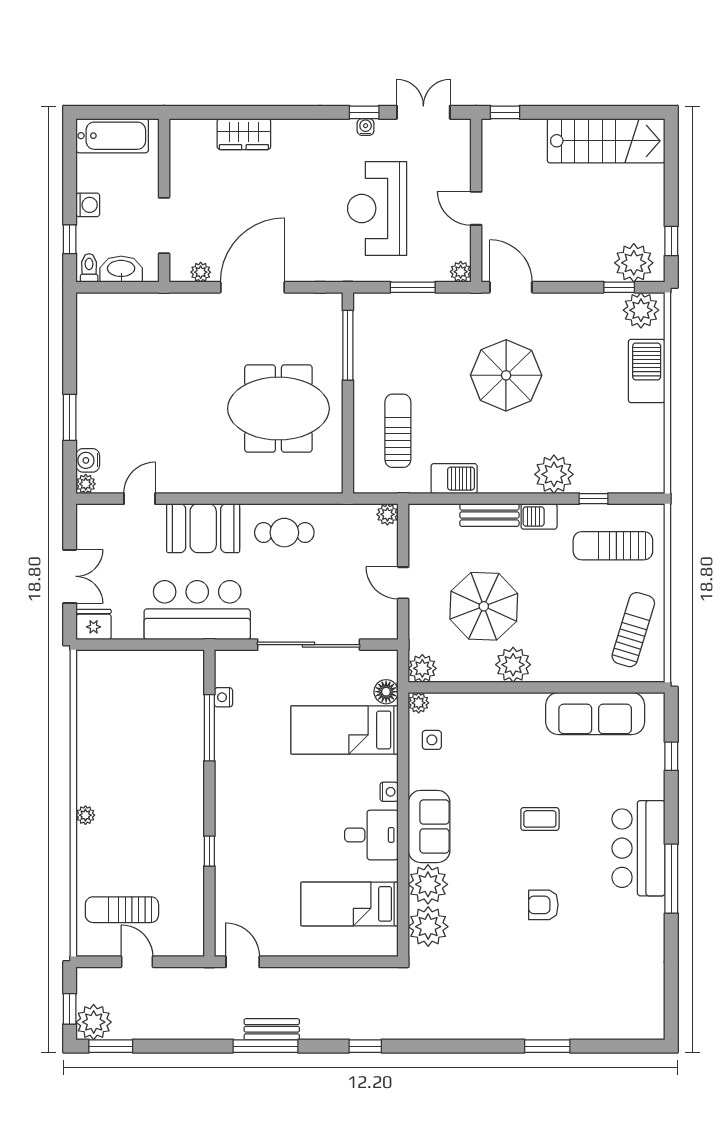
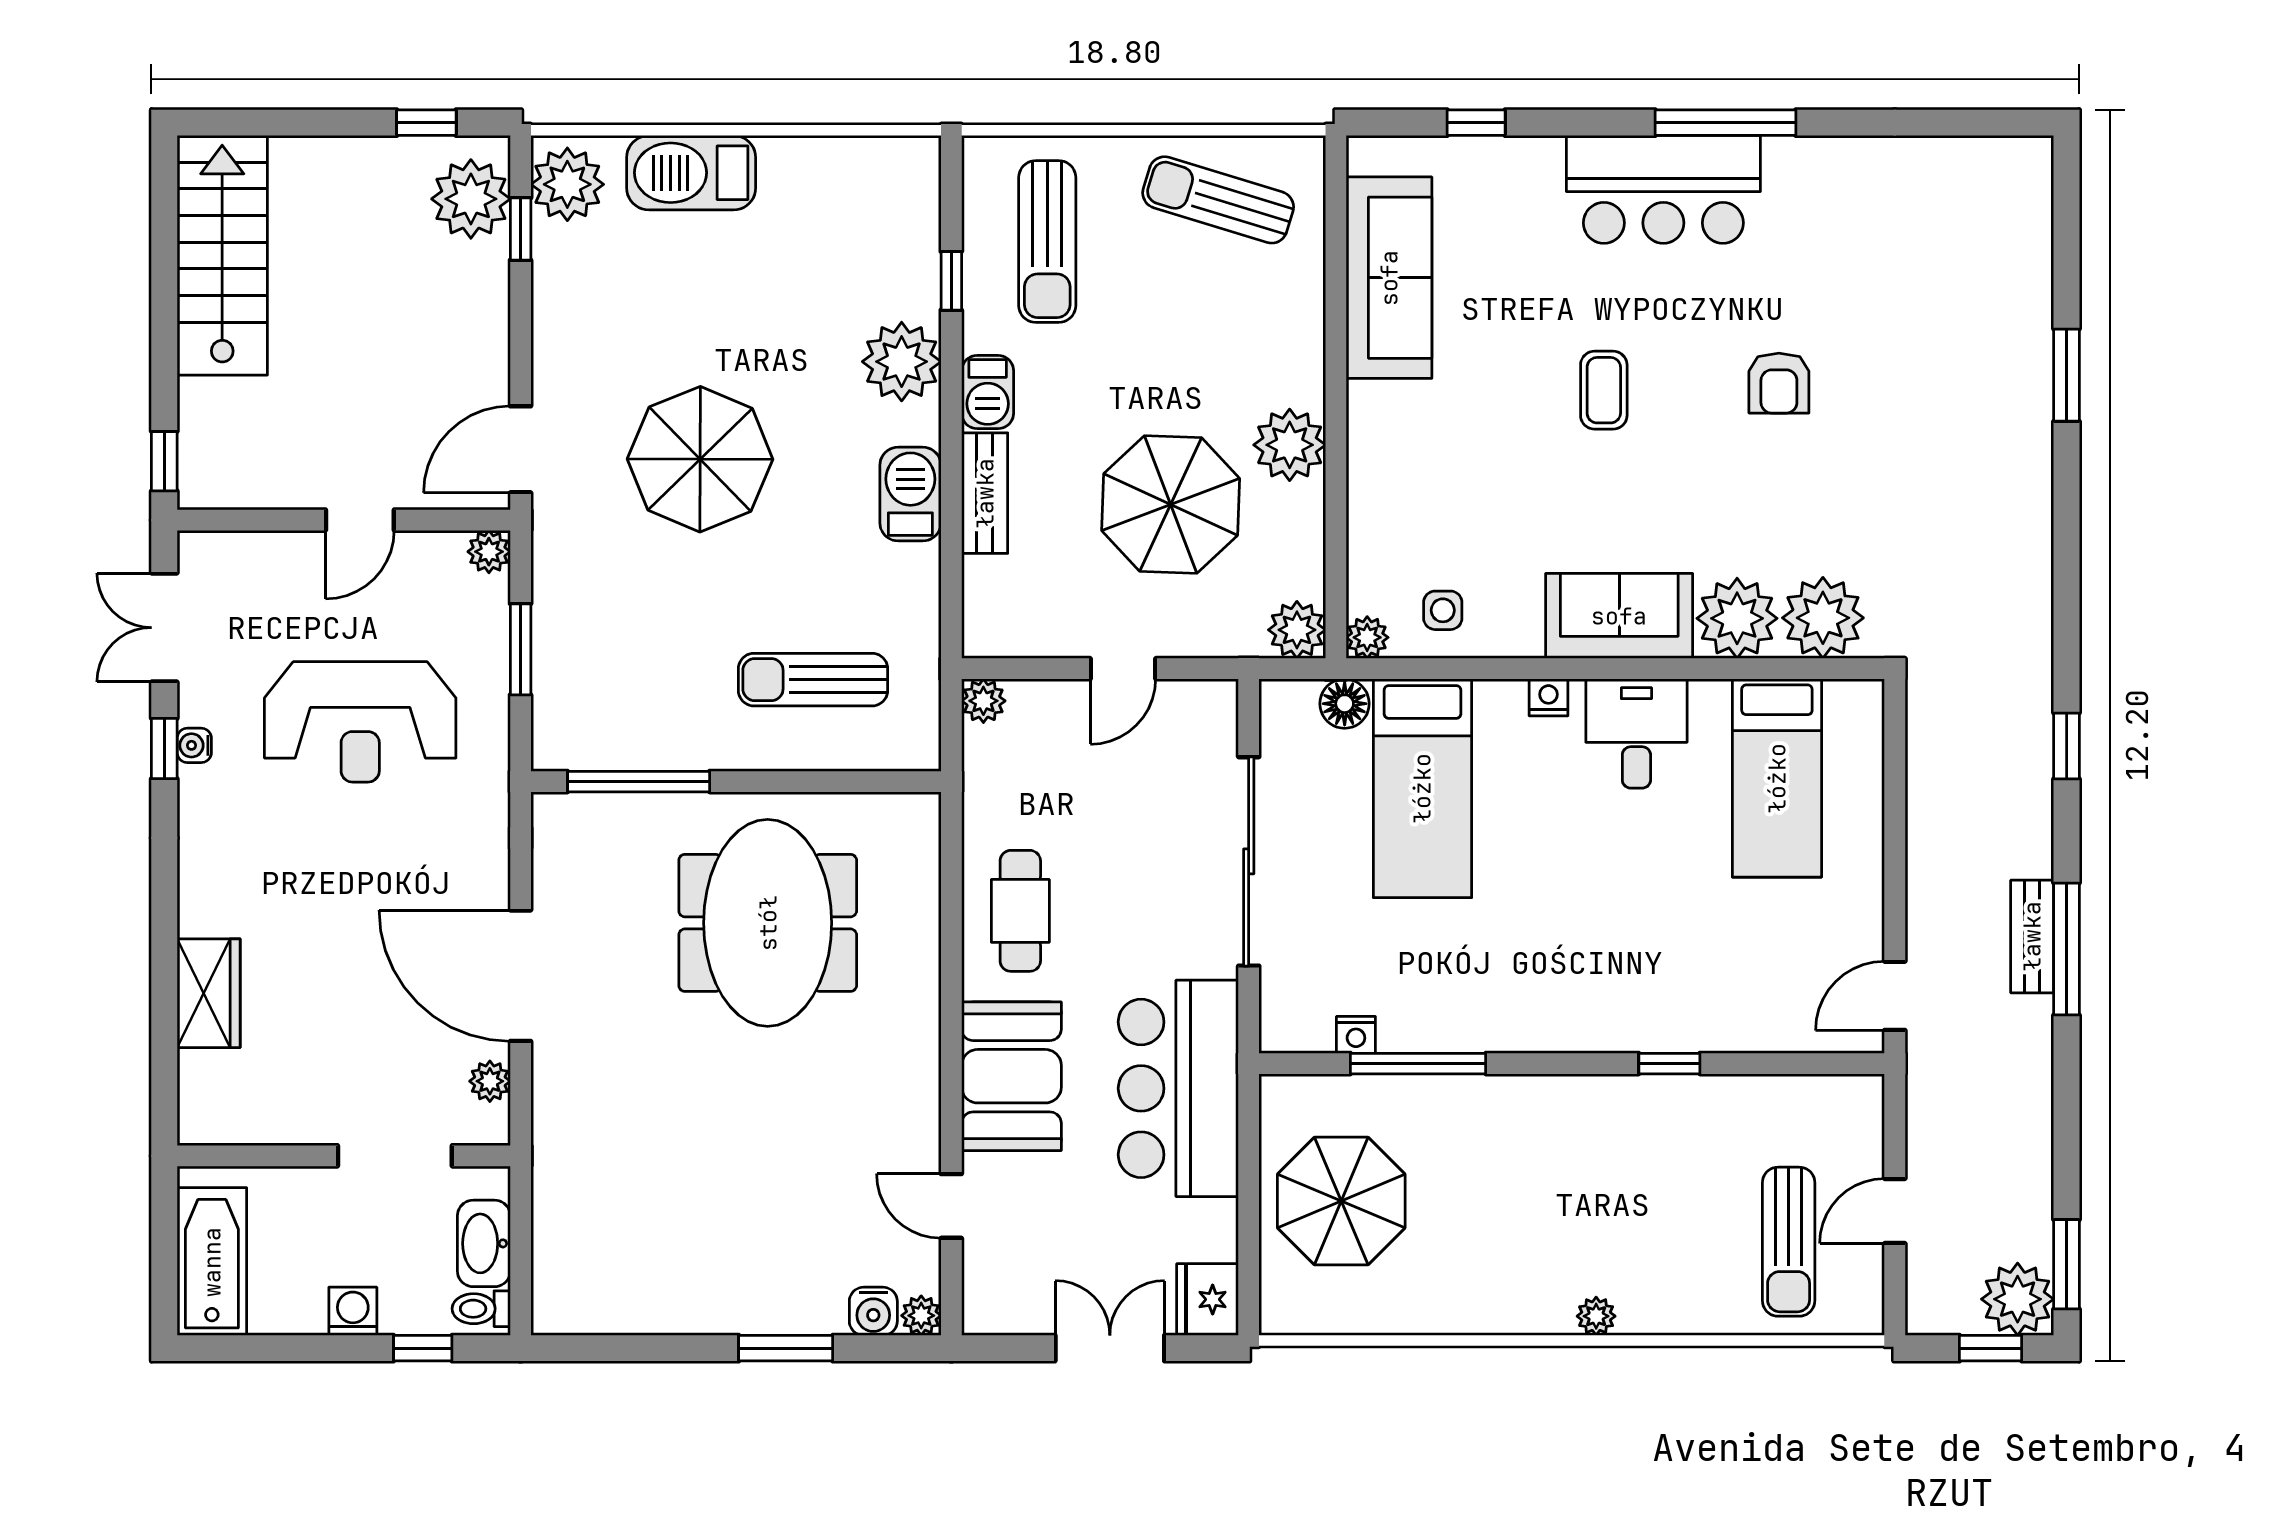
barbecue: (454, 479) -> (910, 494), moved
parasol: (142, 690) -> (1341, 1201), added

